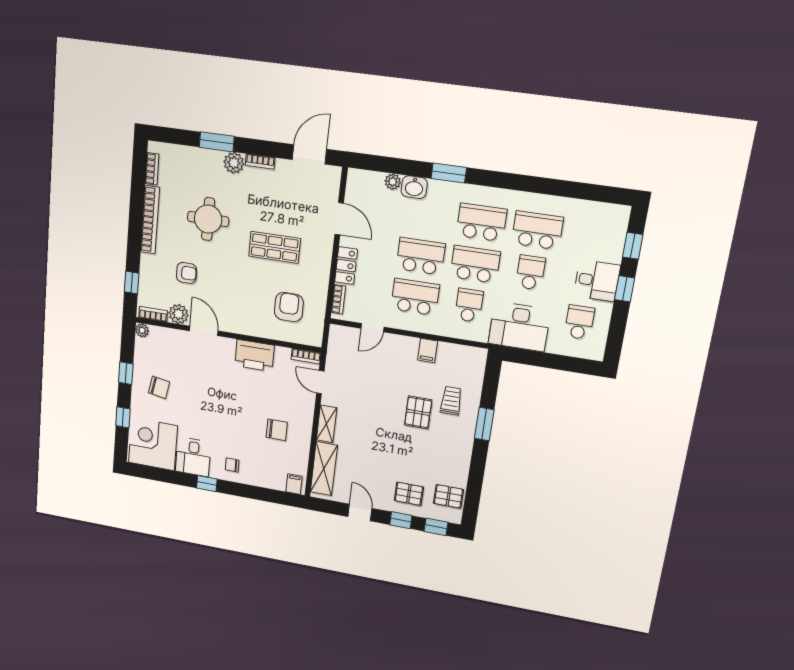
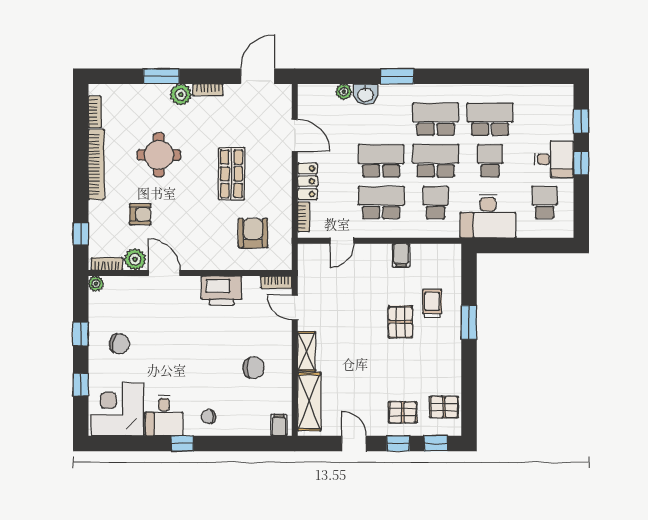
shop shelf: (274, 247) -> (232, 174), turned 90

